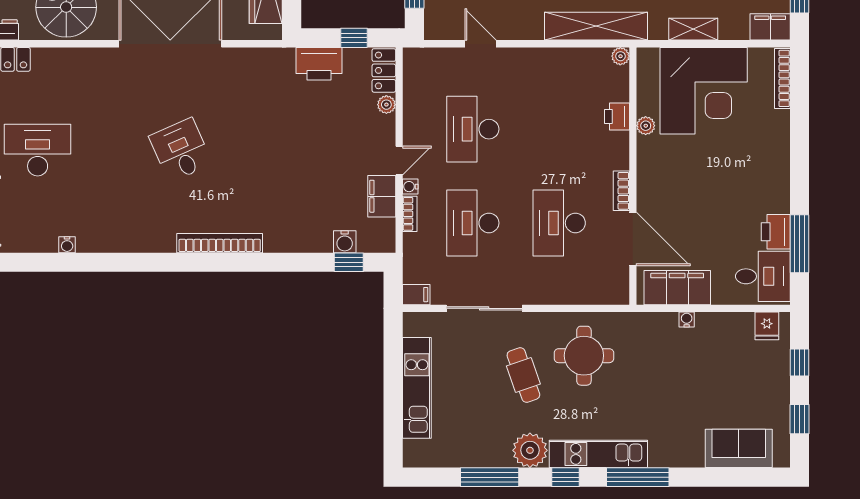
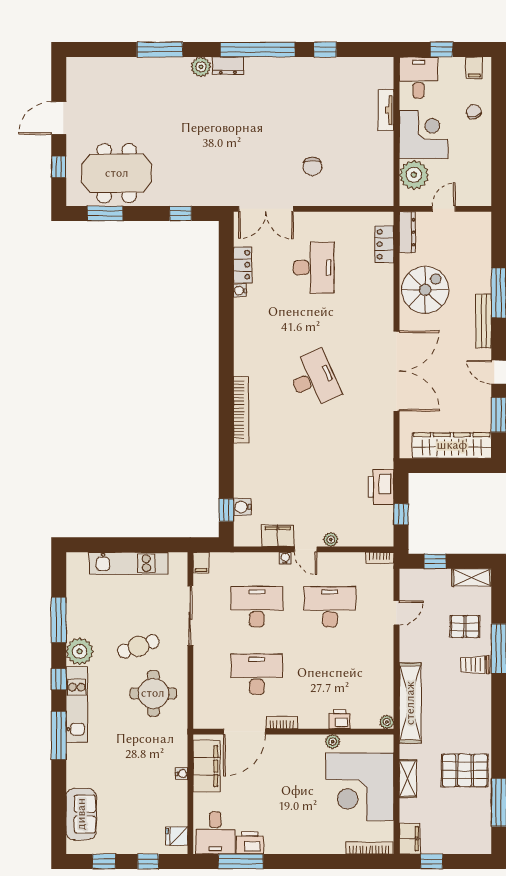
locker: (384, 70) -> (243, 265), moved, turned 90
plant: (386, 105) -> (331, 540), moved
desk: (181, 150) -> (314, 379), width x1.37
bookcase: (410, 214) -> (380, 558), moved

